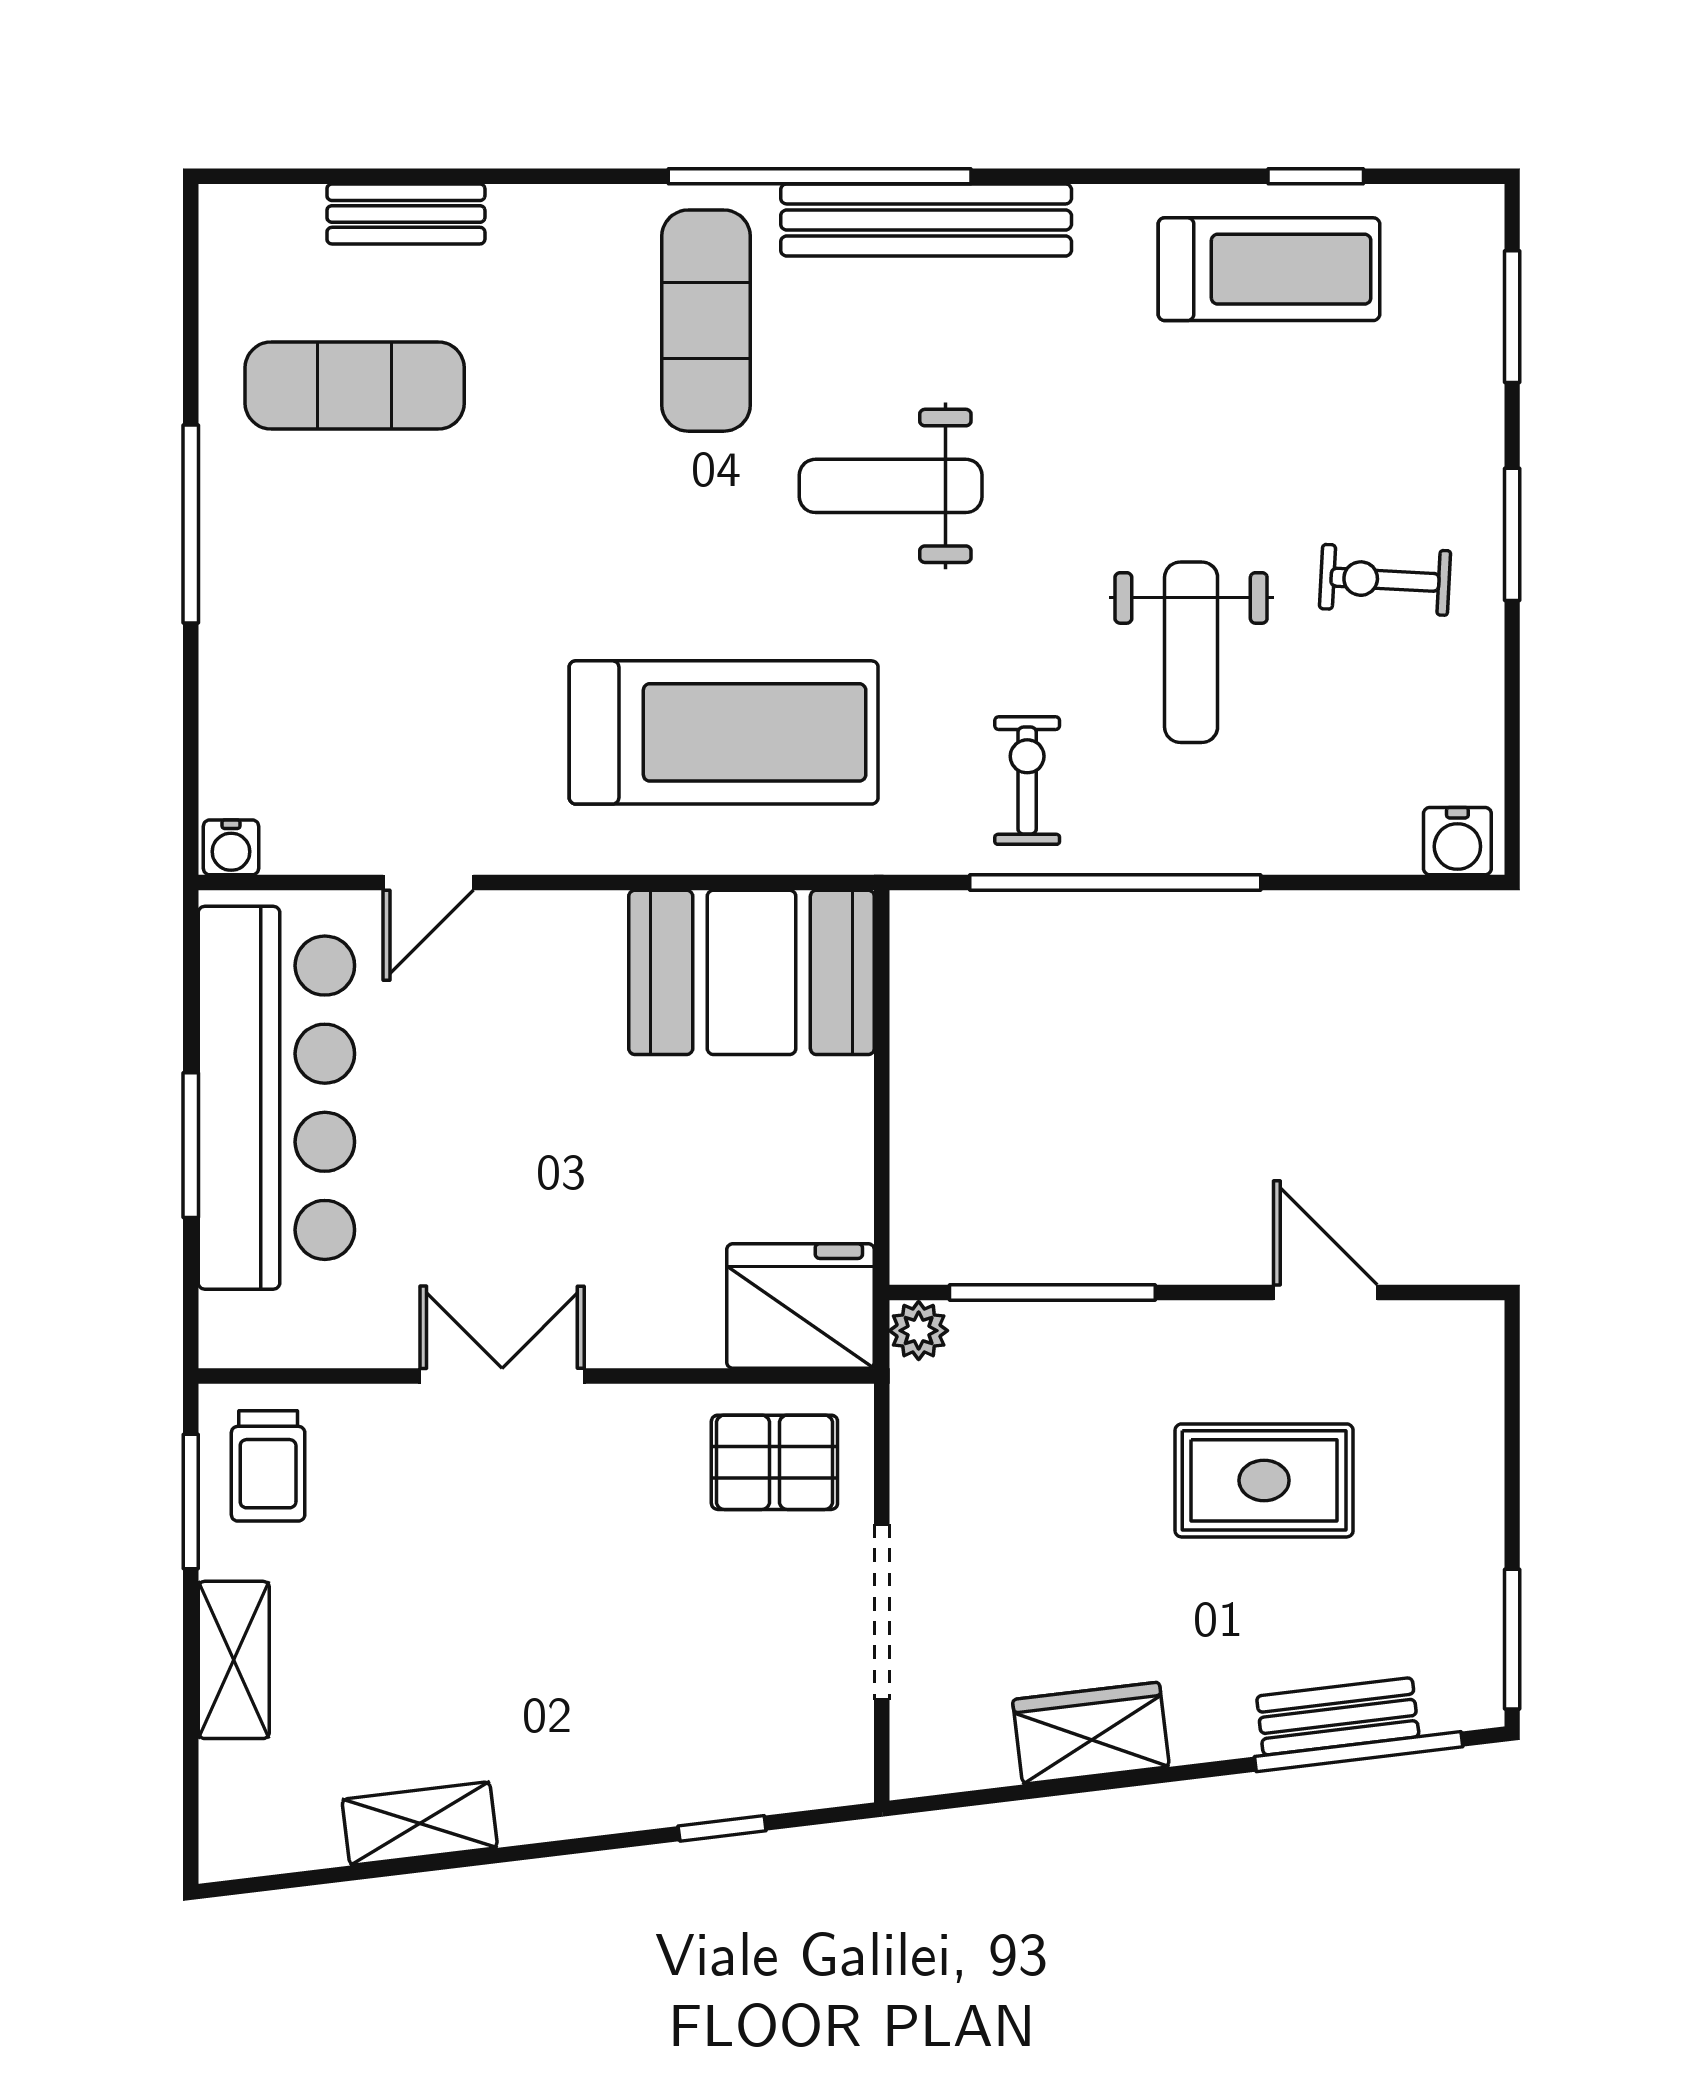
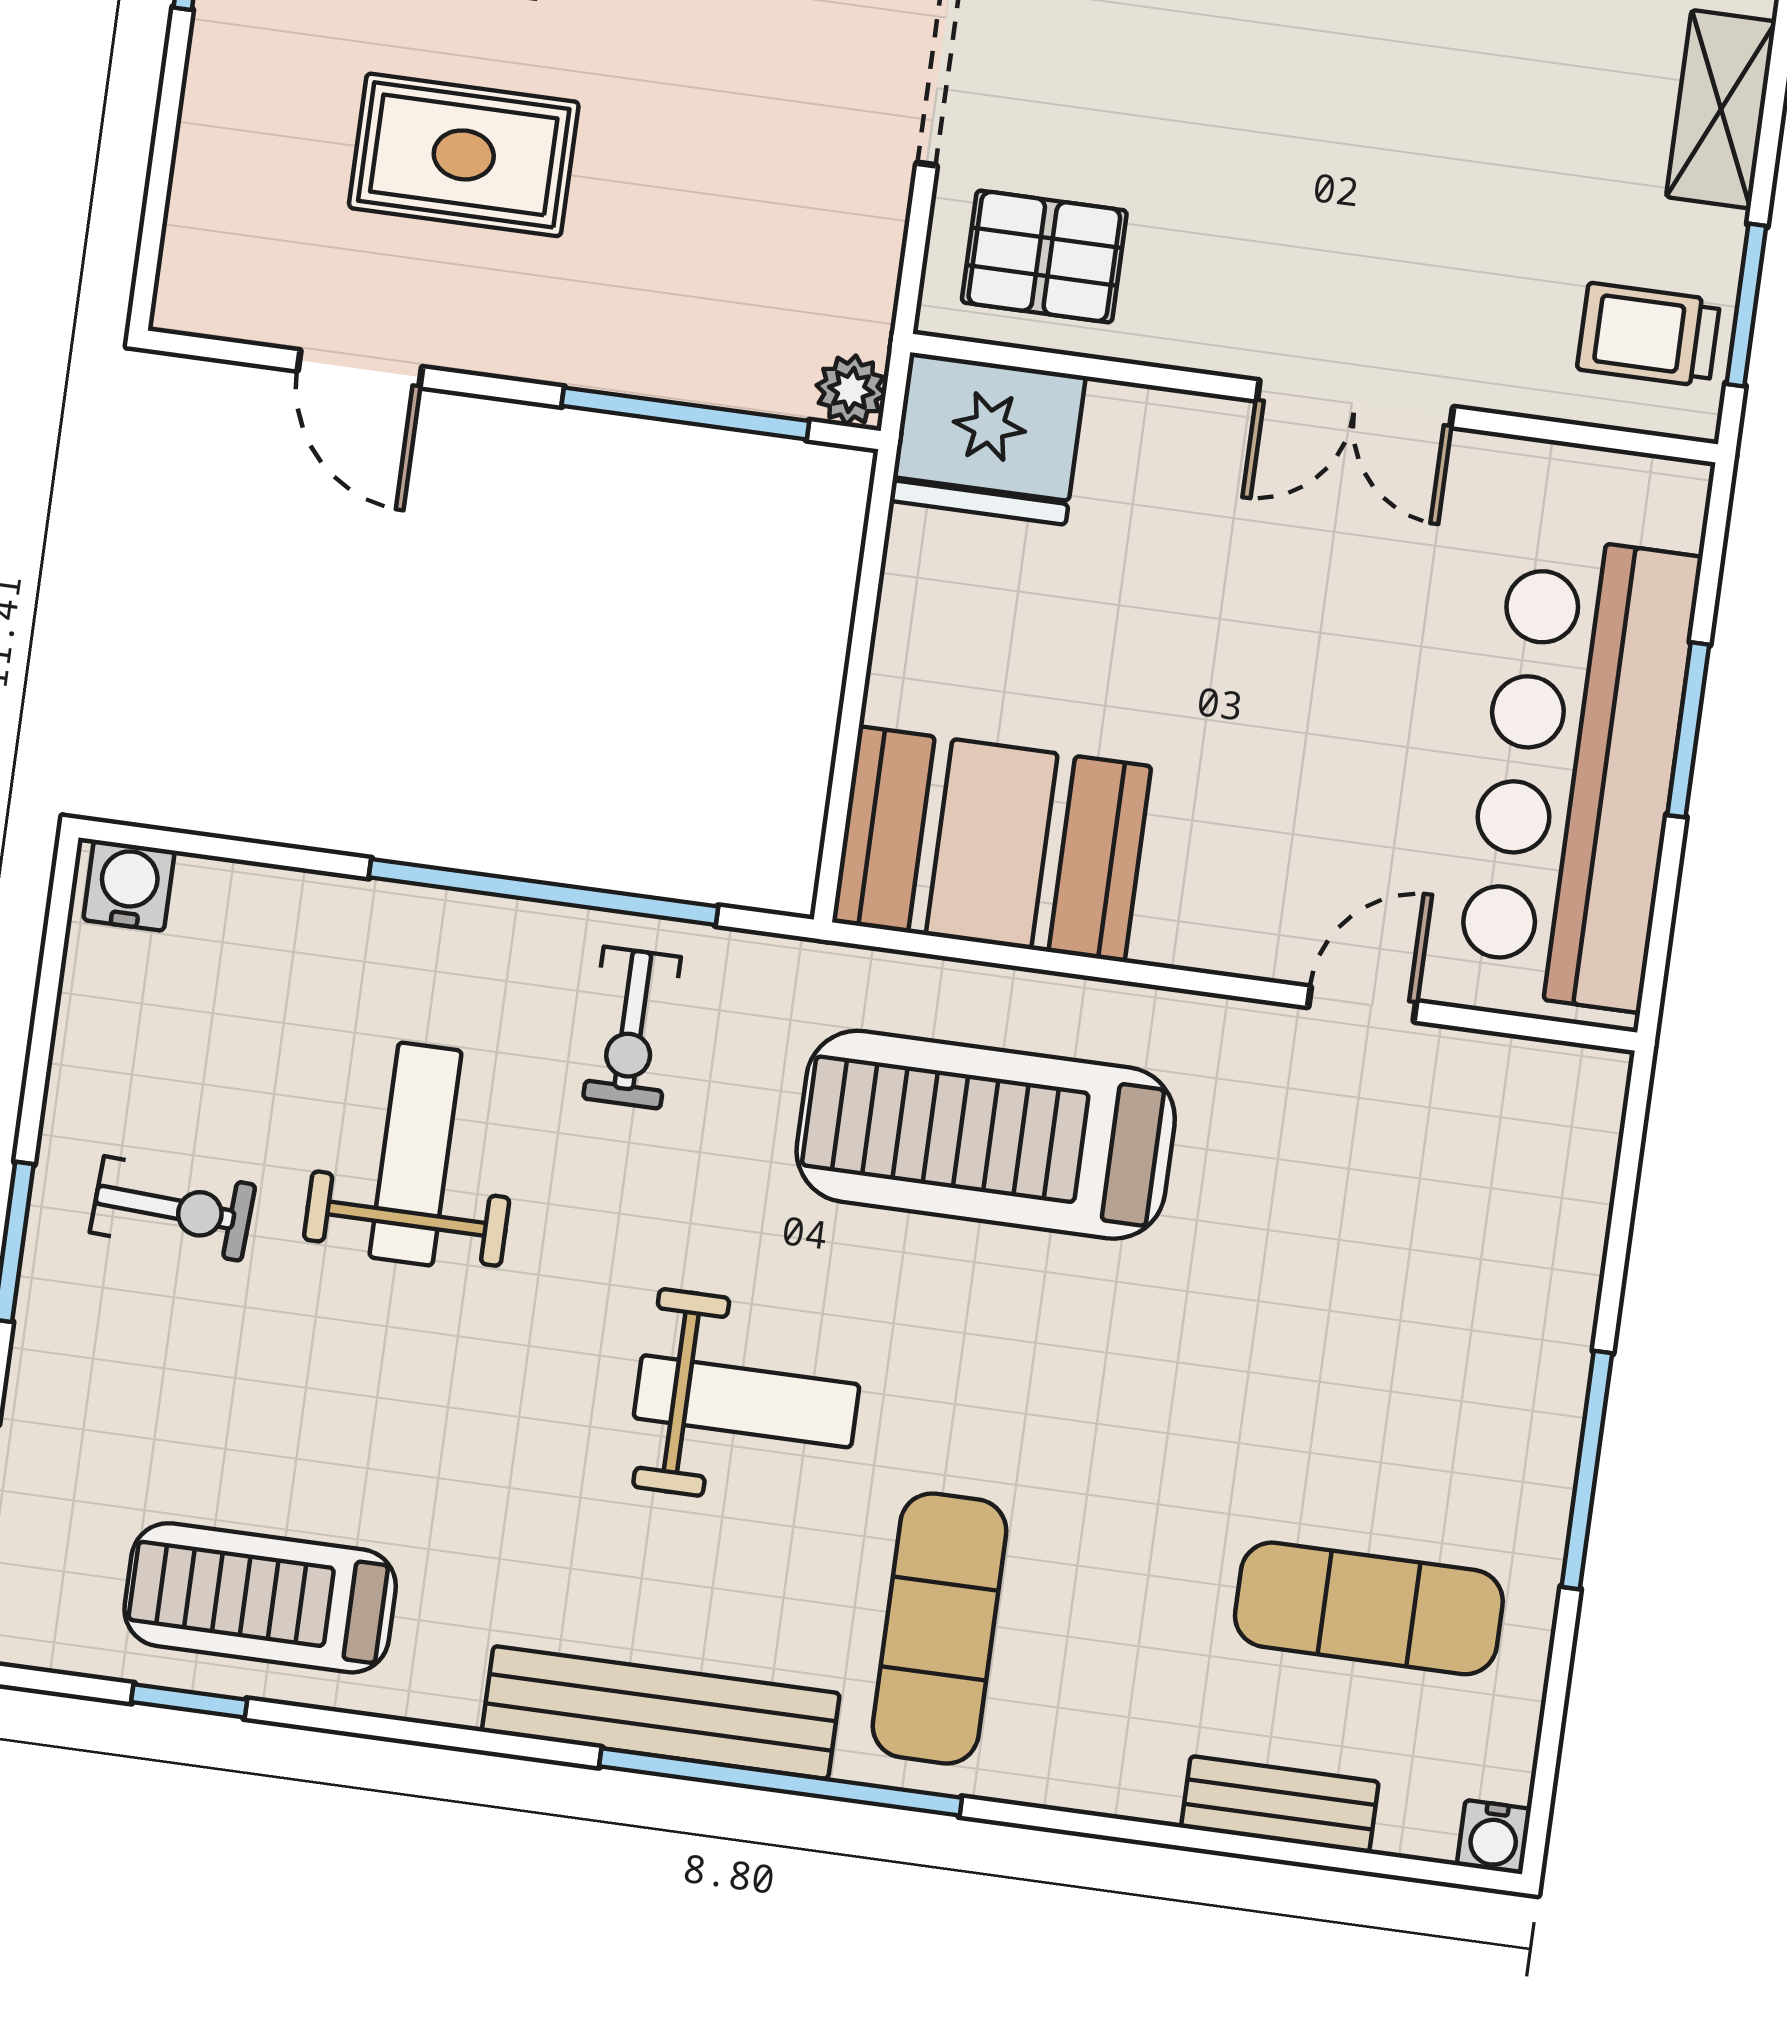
water cooler: (231, 847) -> (1494, 1837), moved, turned 180
trolley: (268, 1466) -> (1649, 335), turned -90

